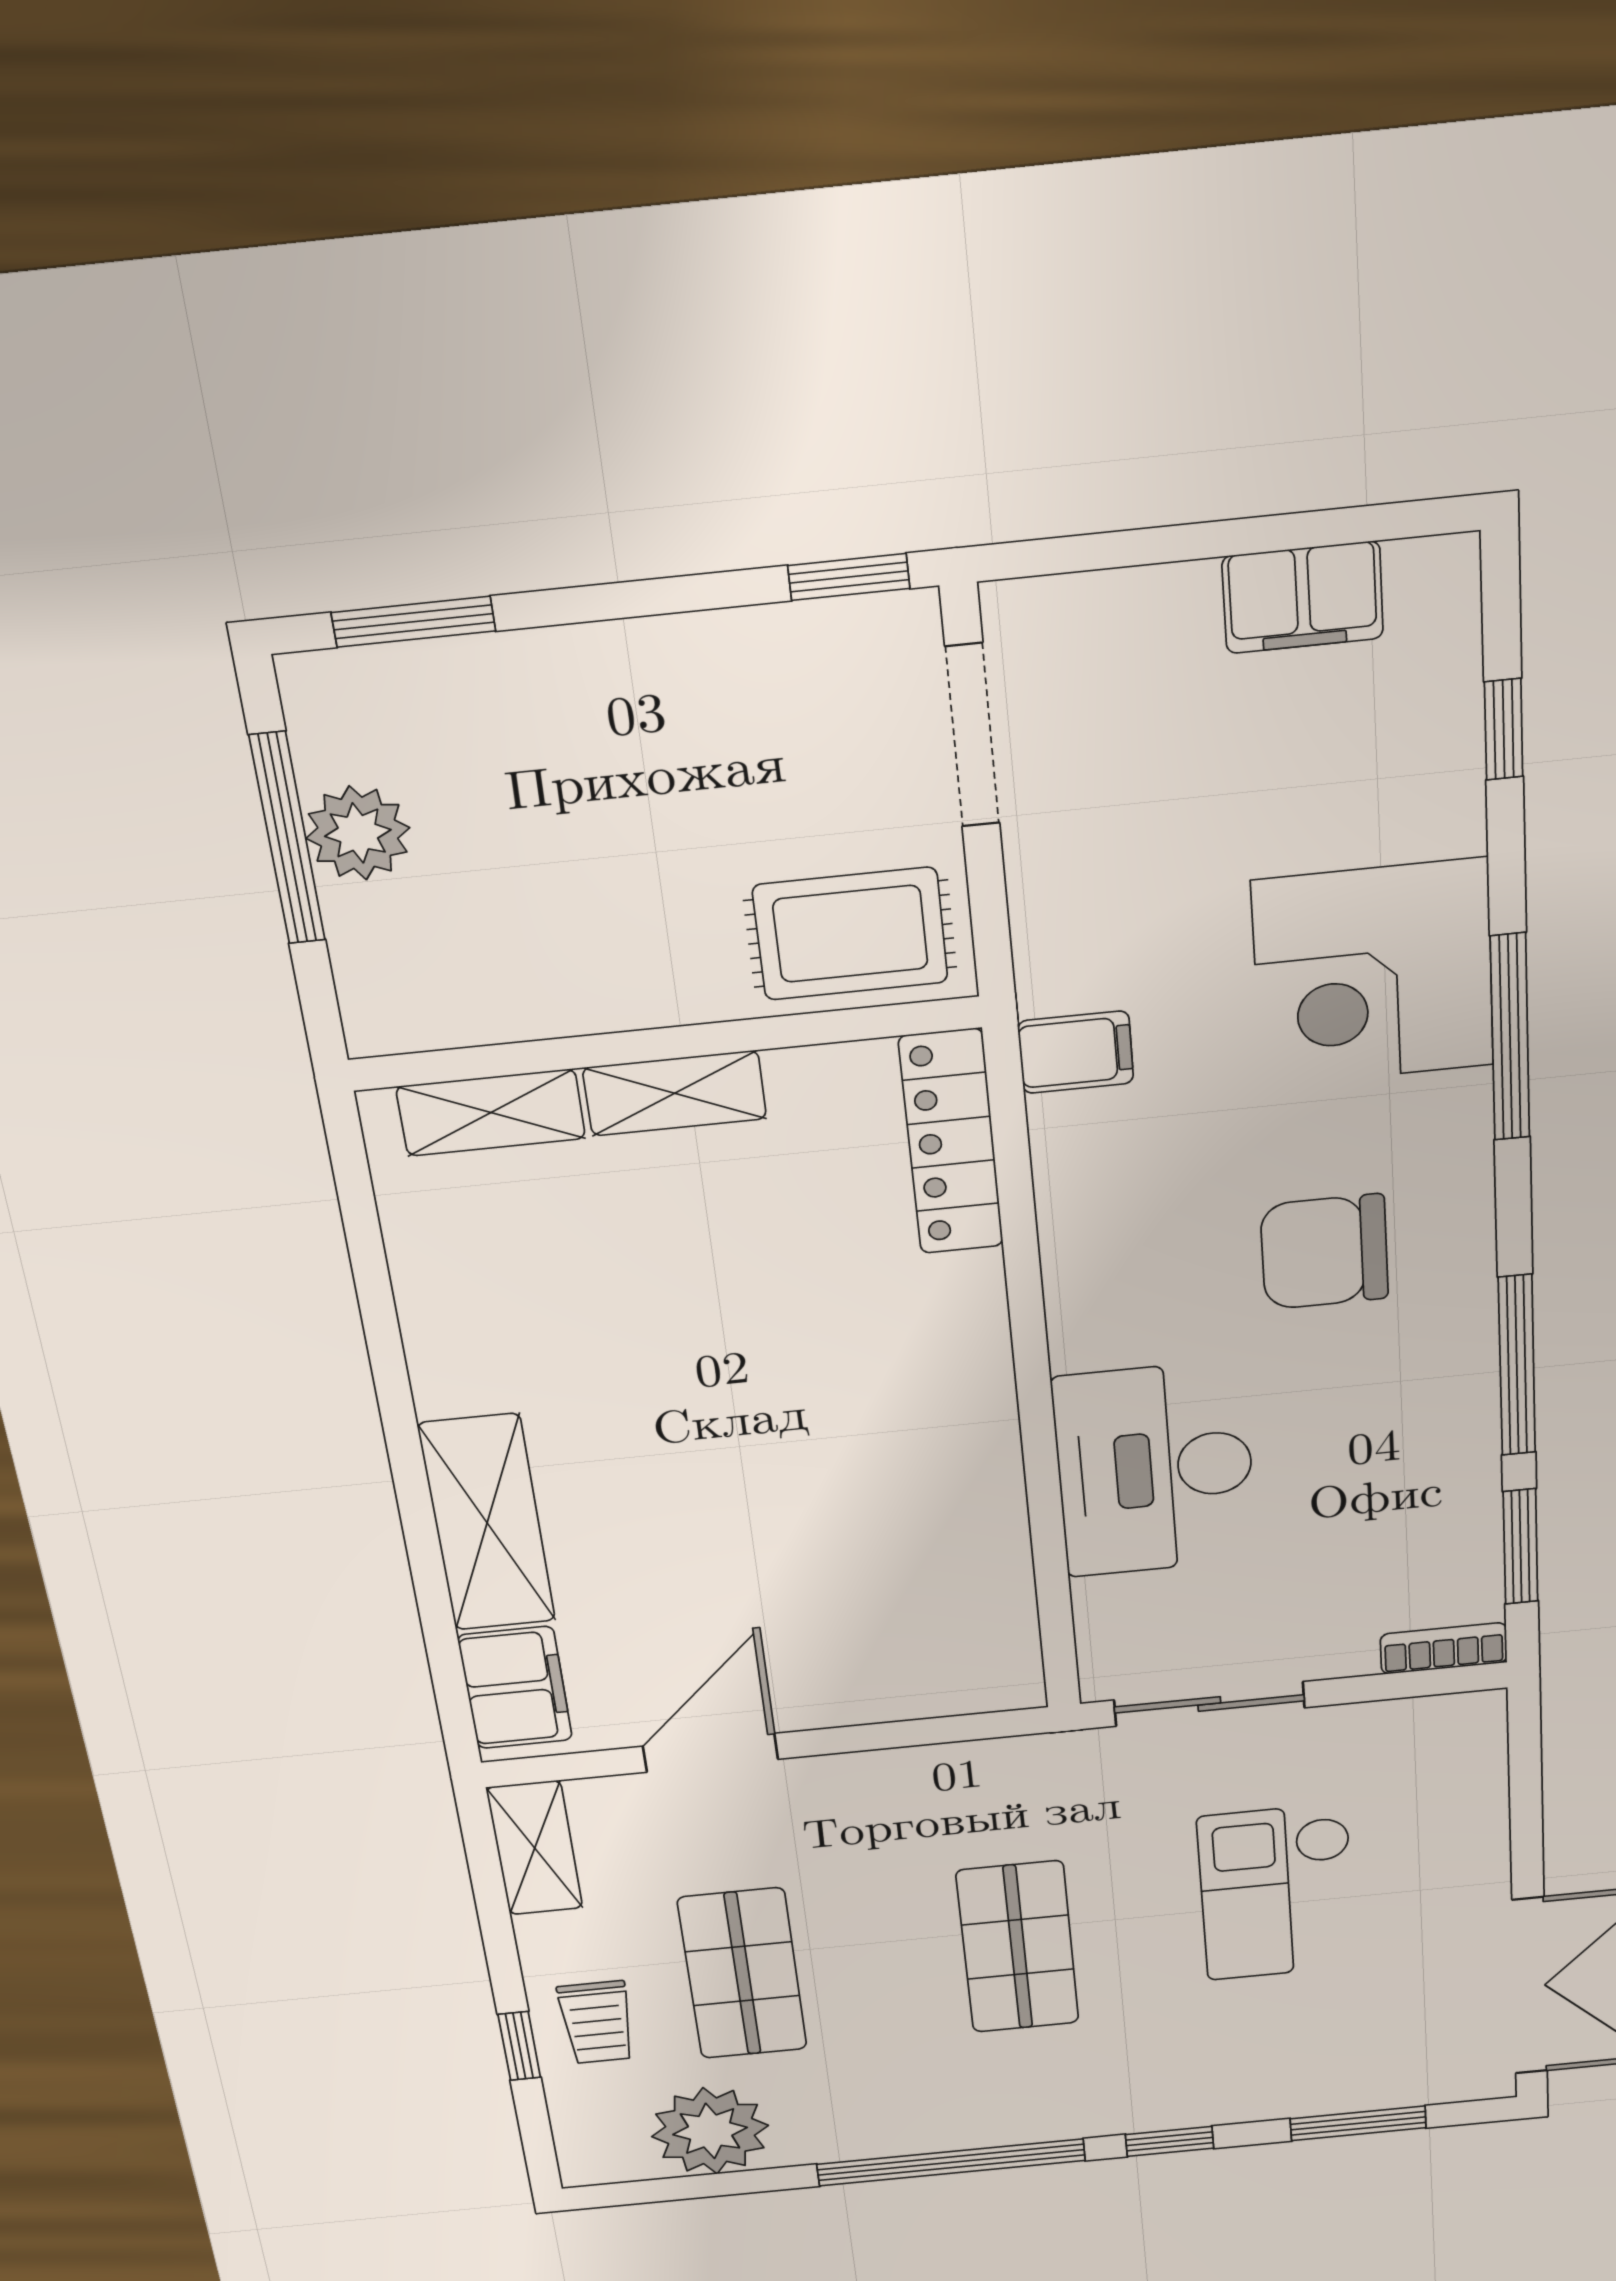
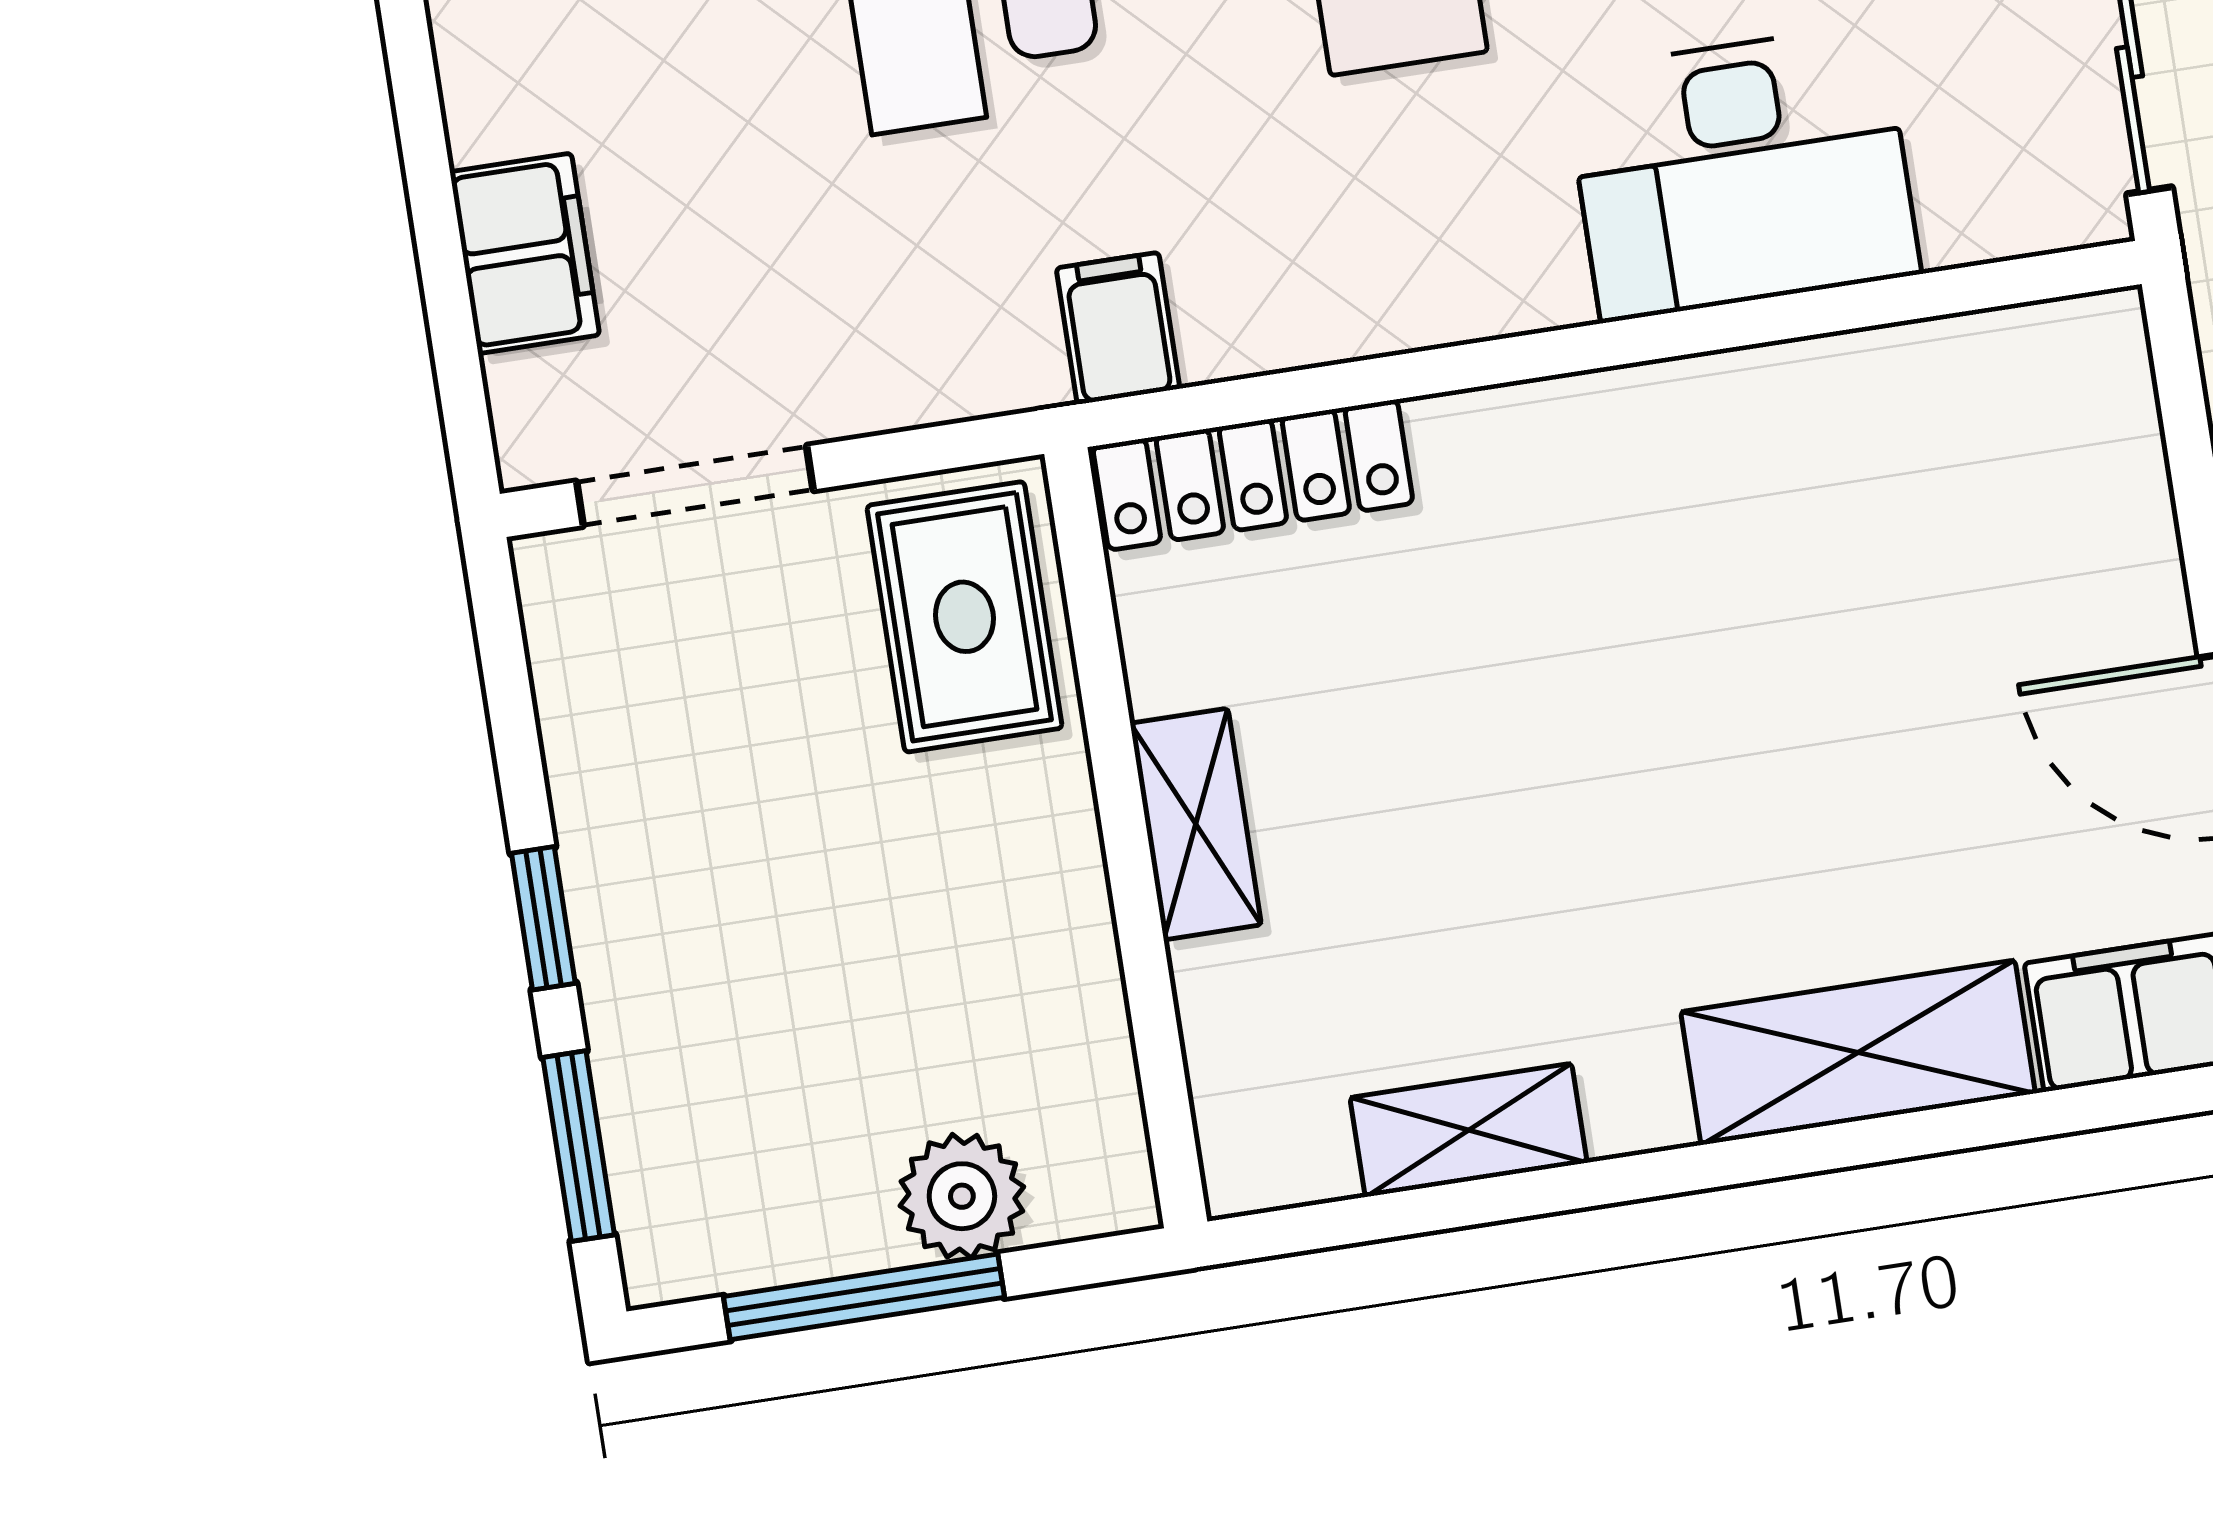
window: (849, 577) -> (543, 918), moved
filing cabinet: (1303, 597) -> (525, 253), moved
plant: (358, 833) -> (962, 1196), moved
shelving: (491, 1113) -> (1469, 1130), moved, turned 90

